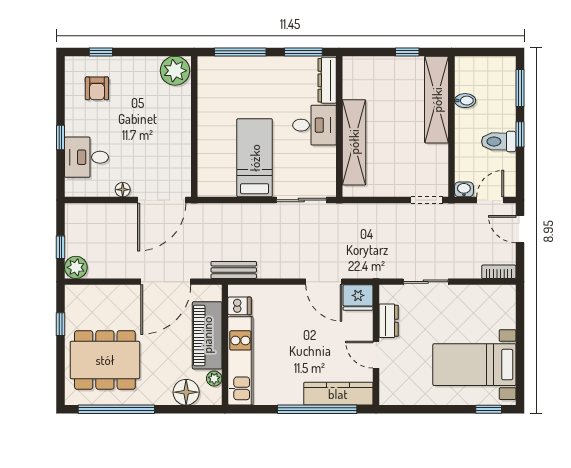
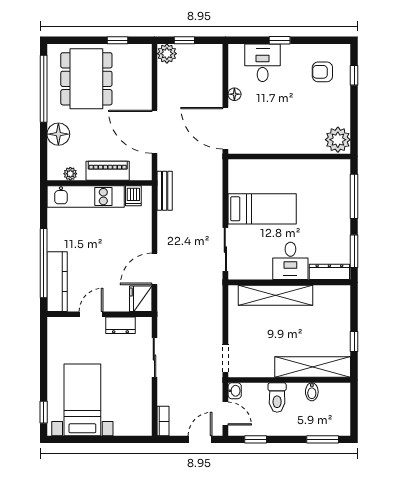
window: (520, 134) -> (256, 439), moved
toilet: (499, 141) -> (277, 398), moved, turned 180
piano: (207, 335) -> (108, 171), width x0.73, depth x0.75
floor lamp: (186, 392) -> (58, 134), moved

